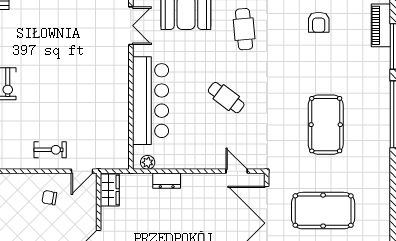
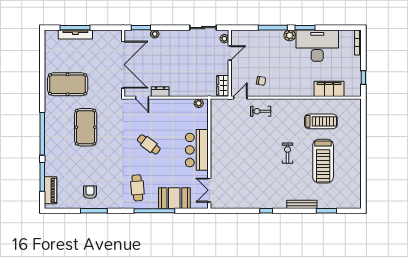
bar counter: (151, 101) -> (197, 150), width x0.73
dresser: (167, 181) -> (160, 92), moved
pool table: (323, 211) -> (68, 84), moved

